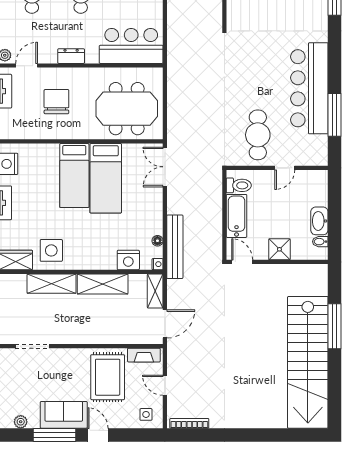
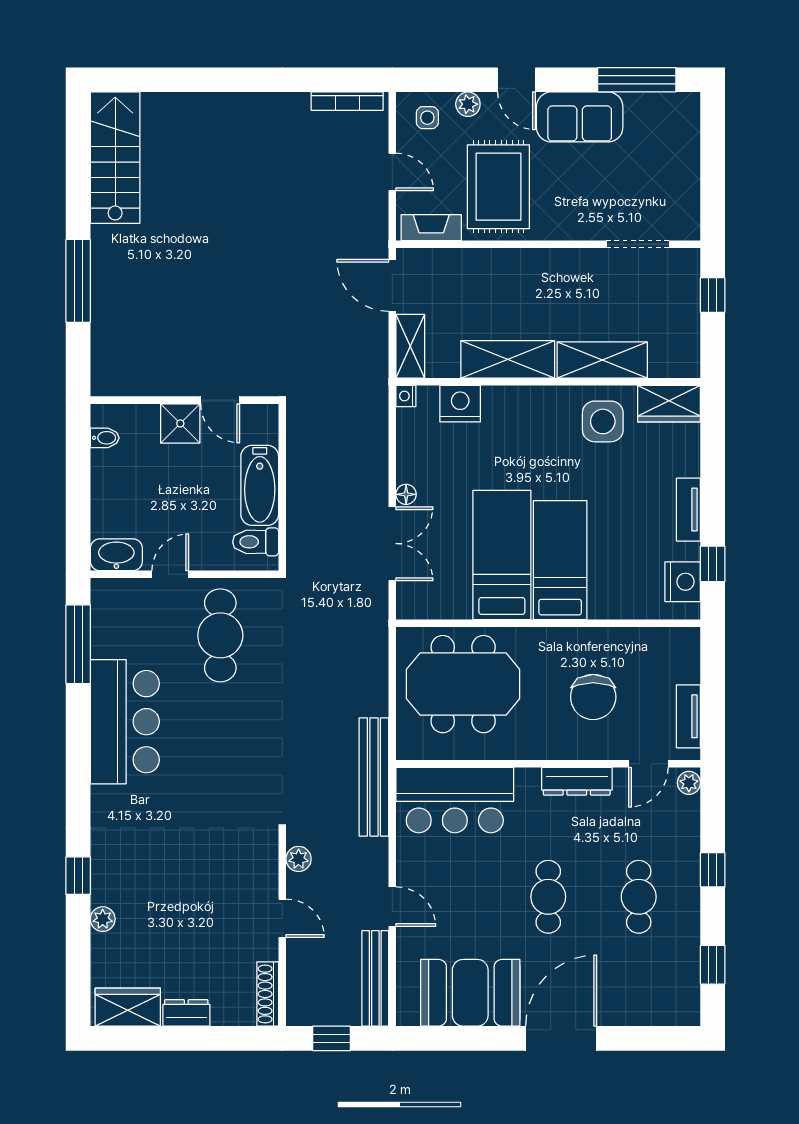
plant: (216, 14) -> (299, 859), added
dresser: (71, 56) -> (577, 781), width x1.44
bar counter: (309, 88) -> (125, 722), width x0.73
window: (335, 115) -> (78, 644), moved
double door: (165, 167) -> (392, 544), moved
washbasin: (319, 221) -> (116, 555), moved, turned -90
floor lamp: (157, 241) -> (406, 494), moved
bench: (175, 247) -> (374, 777), moved
door: (242, 262) -> (220, 400), moved
door: (165, 324) -> (392, 285), hinge flipped
stairs: (308, 362) -> (115, 158), width x0.54, depth x0.66
plant: (21, 422) -> (468, 104), moved
window: (55, 435) -> (637, 80), moved

